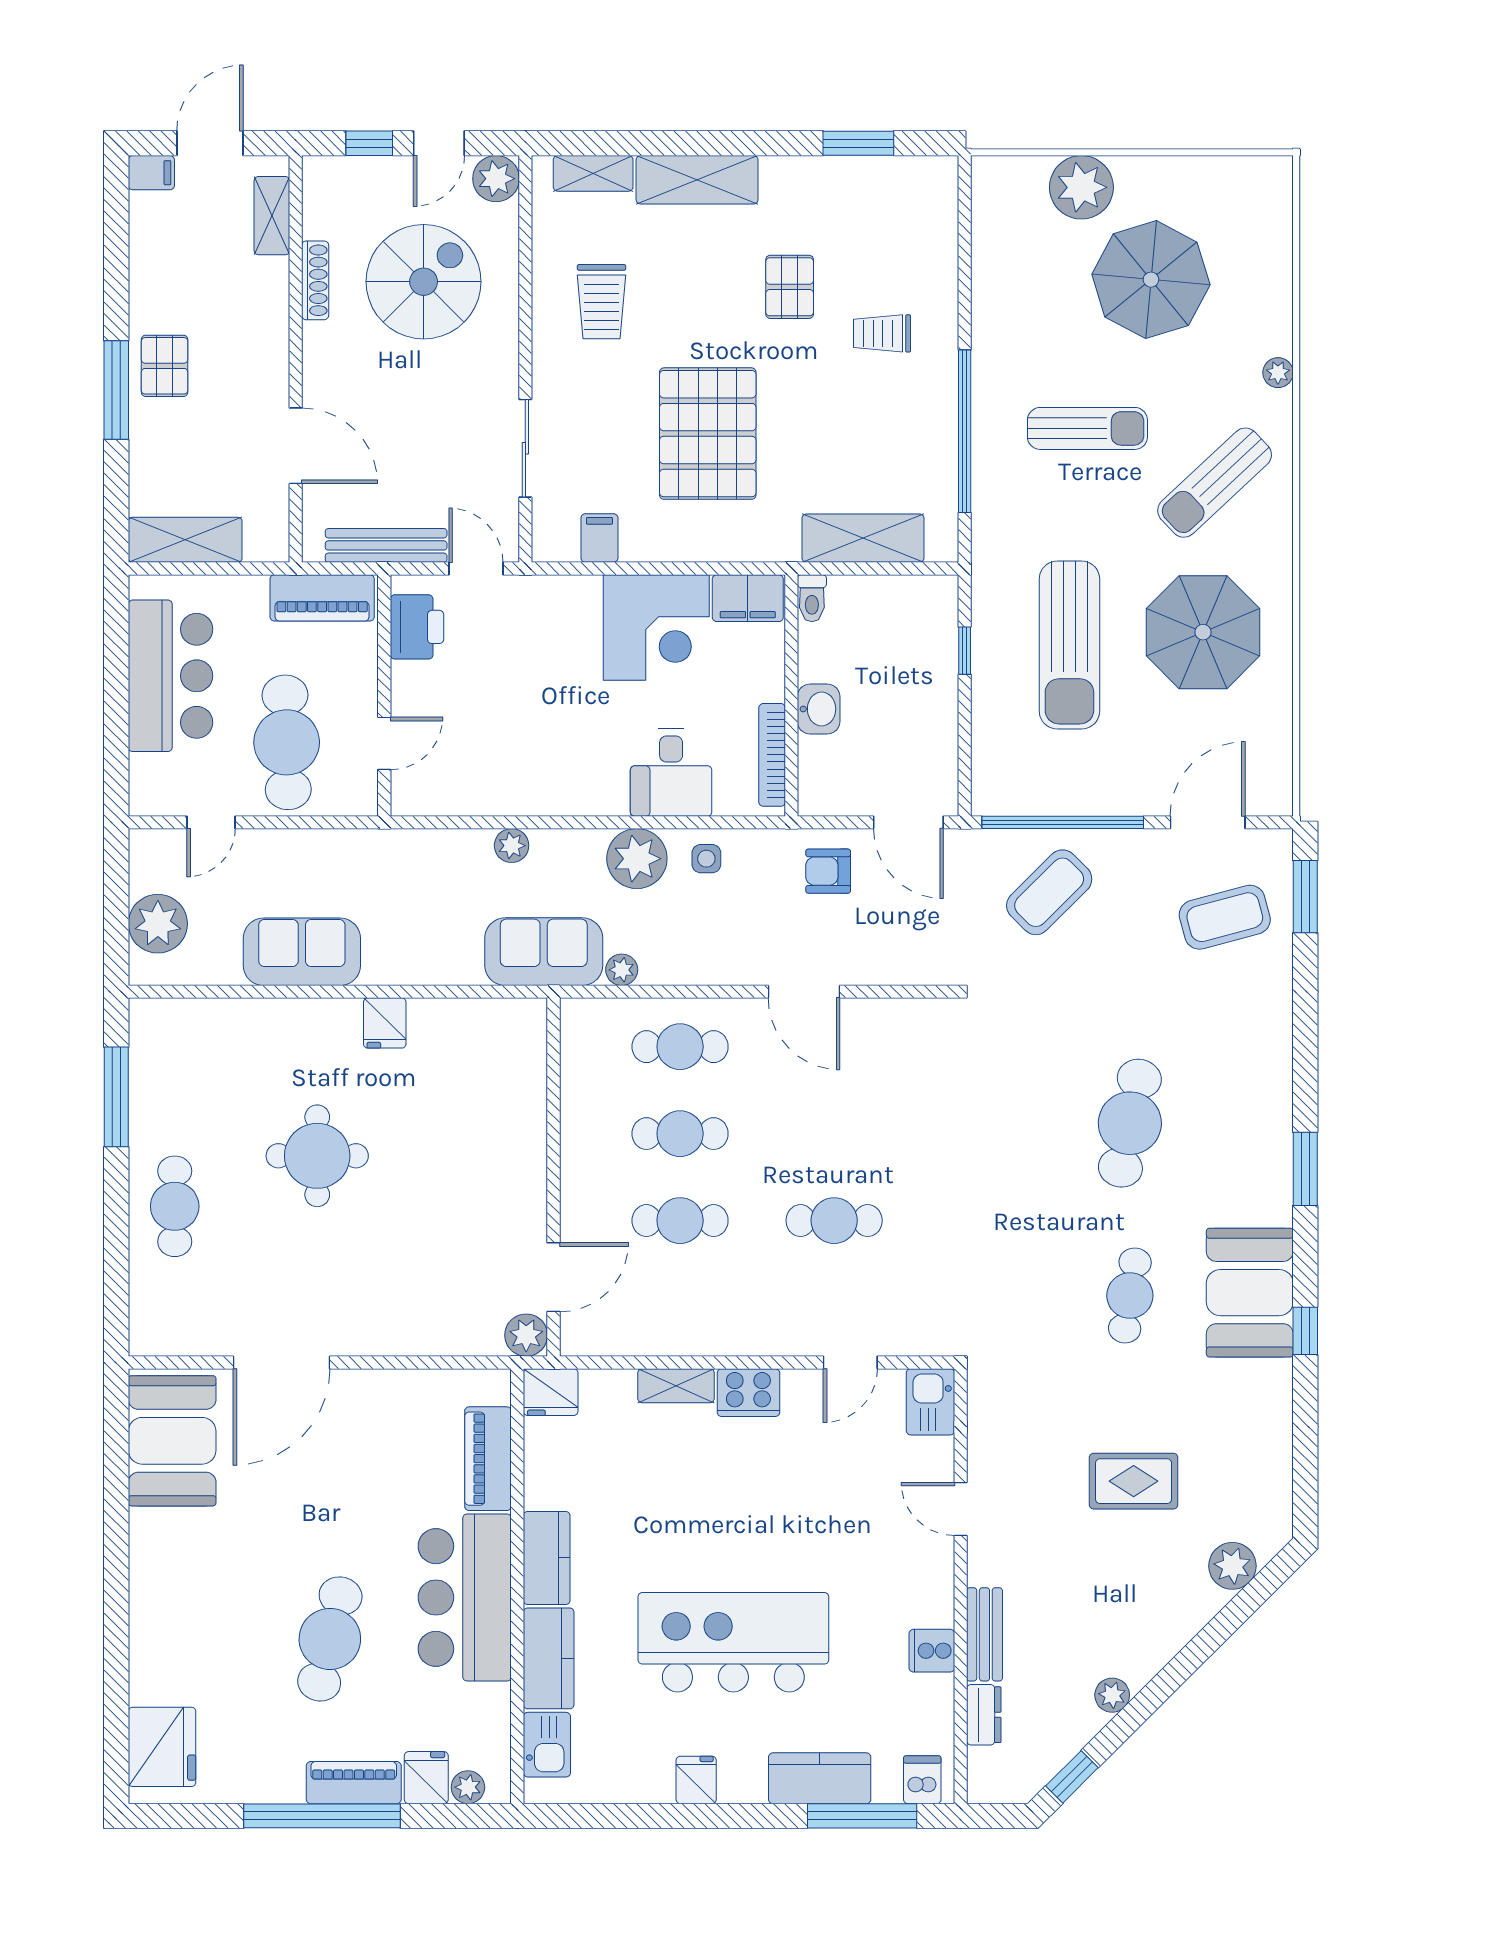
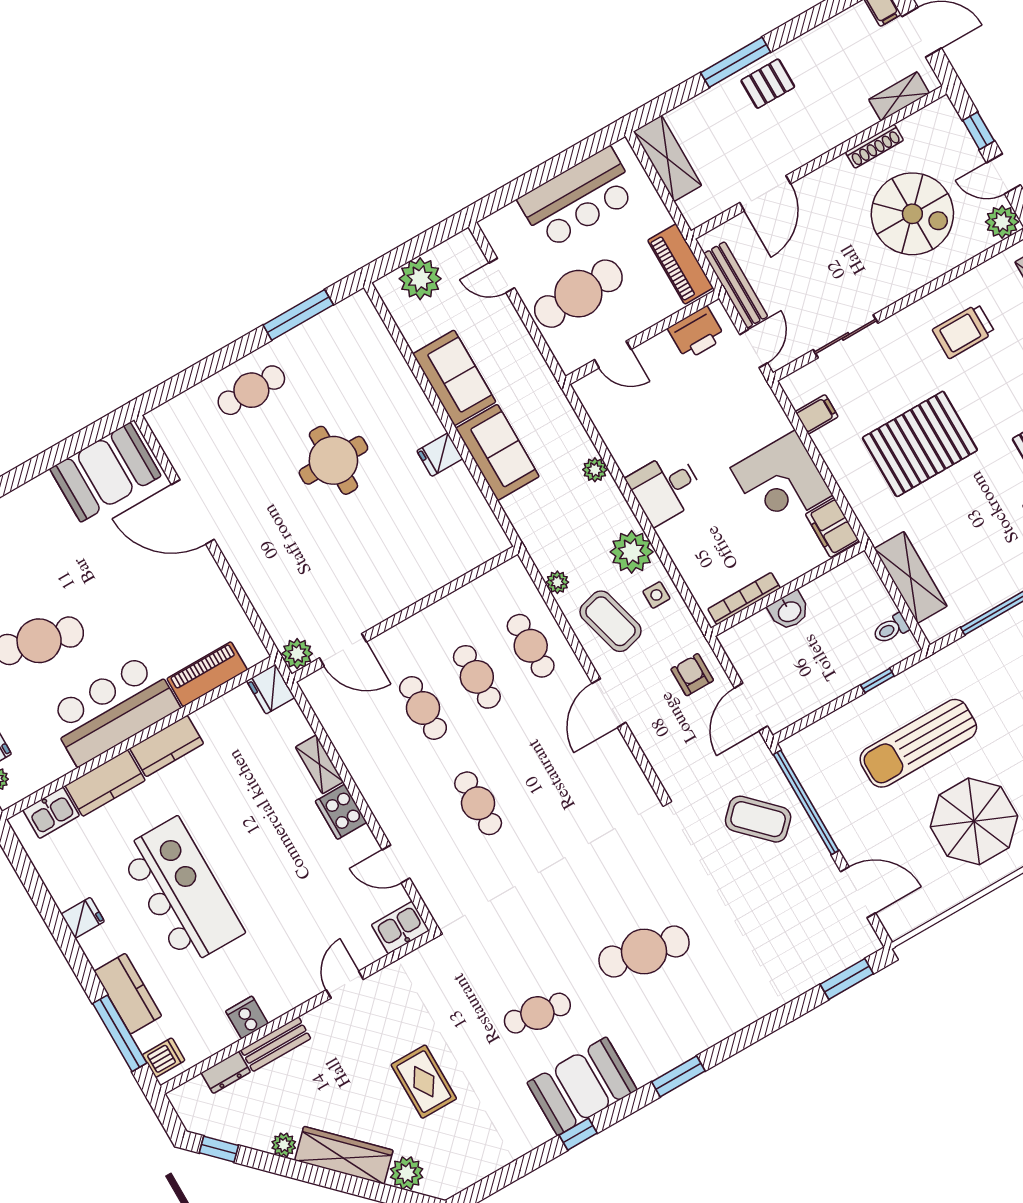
toilet: (812, 598) -> (891, 629), moved
desk: (671, 773) -> (665, 488), moved
coffee table: (1225, 917) -> (610, 621), moved
sofa: (544, 952) -> (497, 452), moved
wardrobe: (1167, 1630) -> (344, 1155), added

